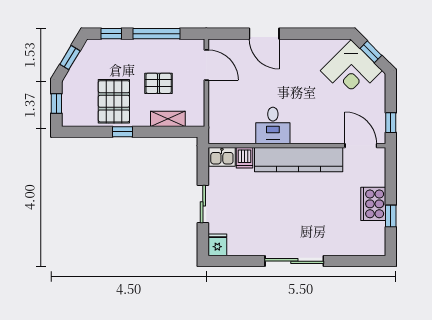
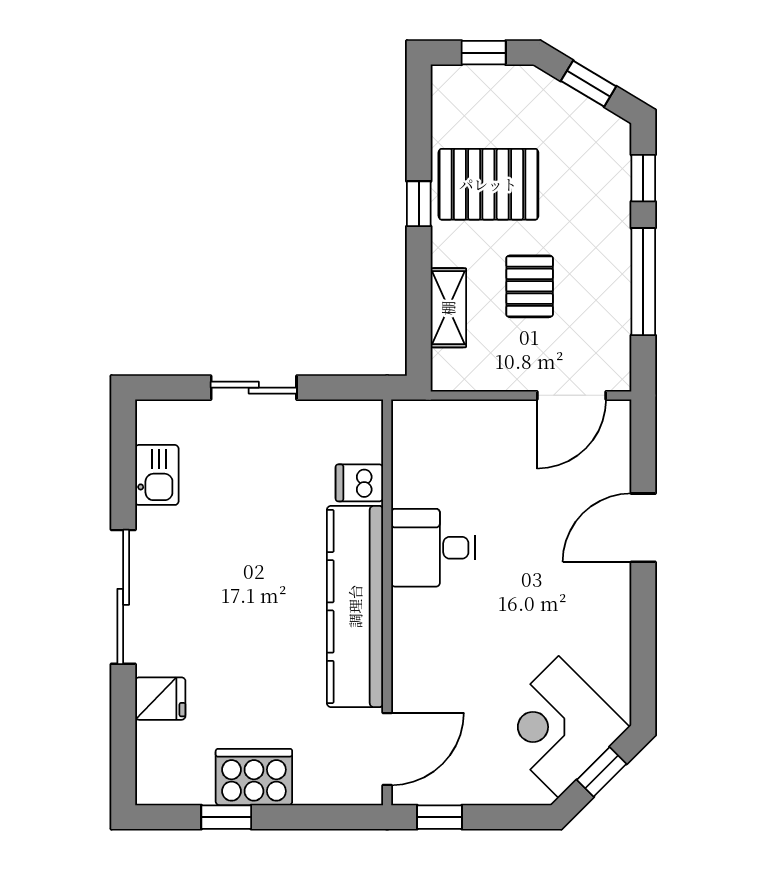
kitchen sink: (222, 157) -> (157, 475), moved, turned 180
fridge: (217, 245) -> (160, 699), moved

